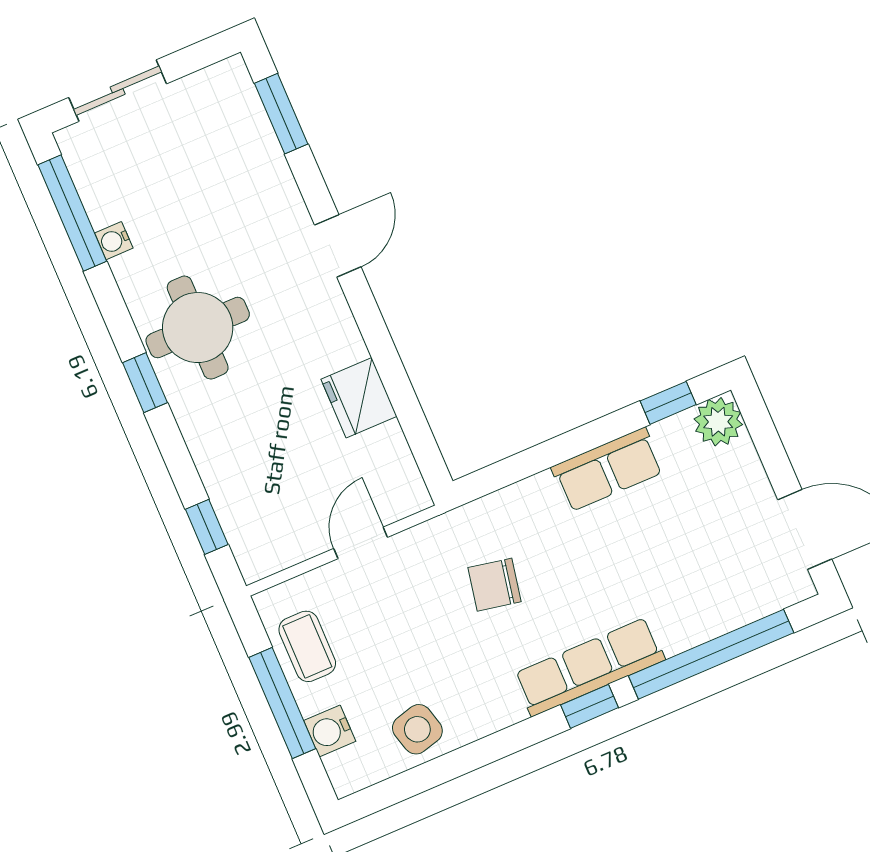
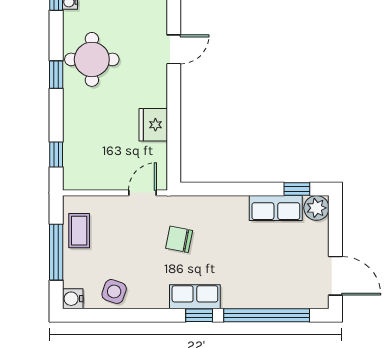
row of seats: (607, 470) -> (276, 208), moved
door: (361, 543) -> (142, 193), moved
row of seats: (589, 667) -> (195, 297), width x0.68
side table: (417, 729) -> (114, 291), turned 34
water cooler: (330, 731) -> (73, 299), moved

